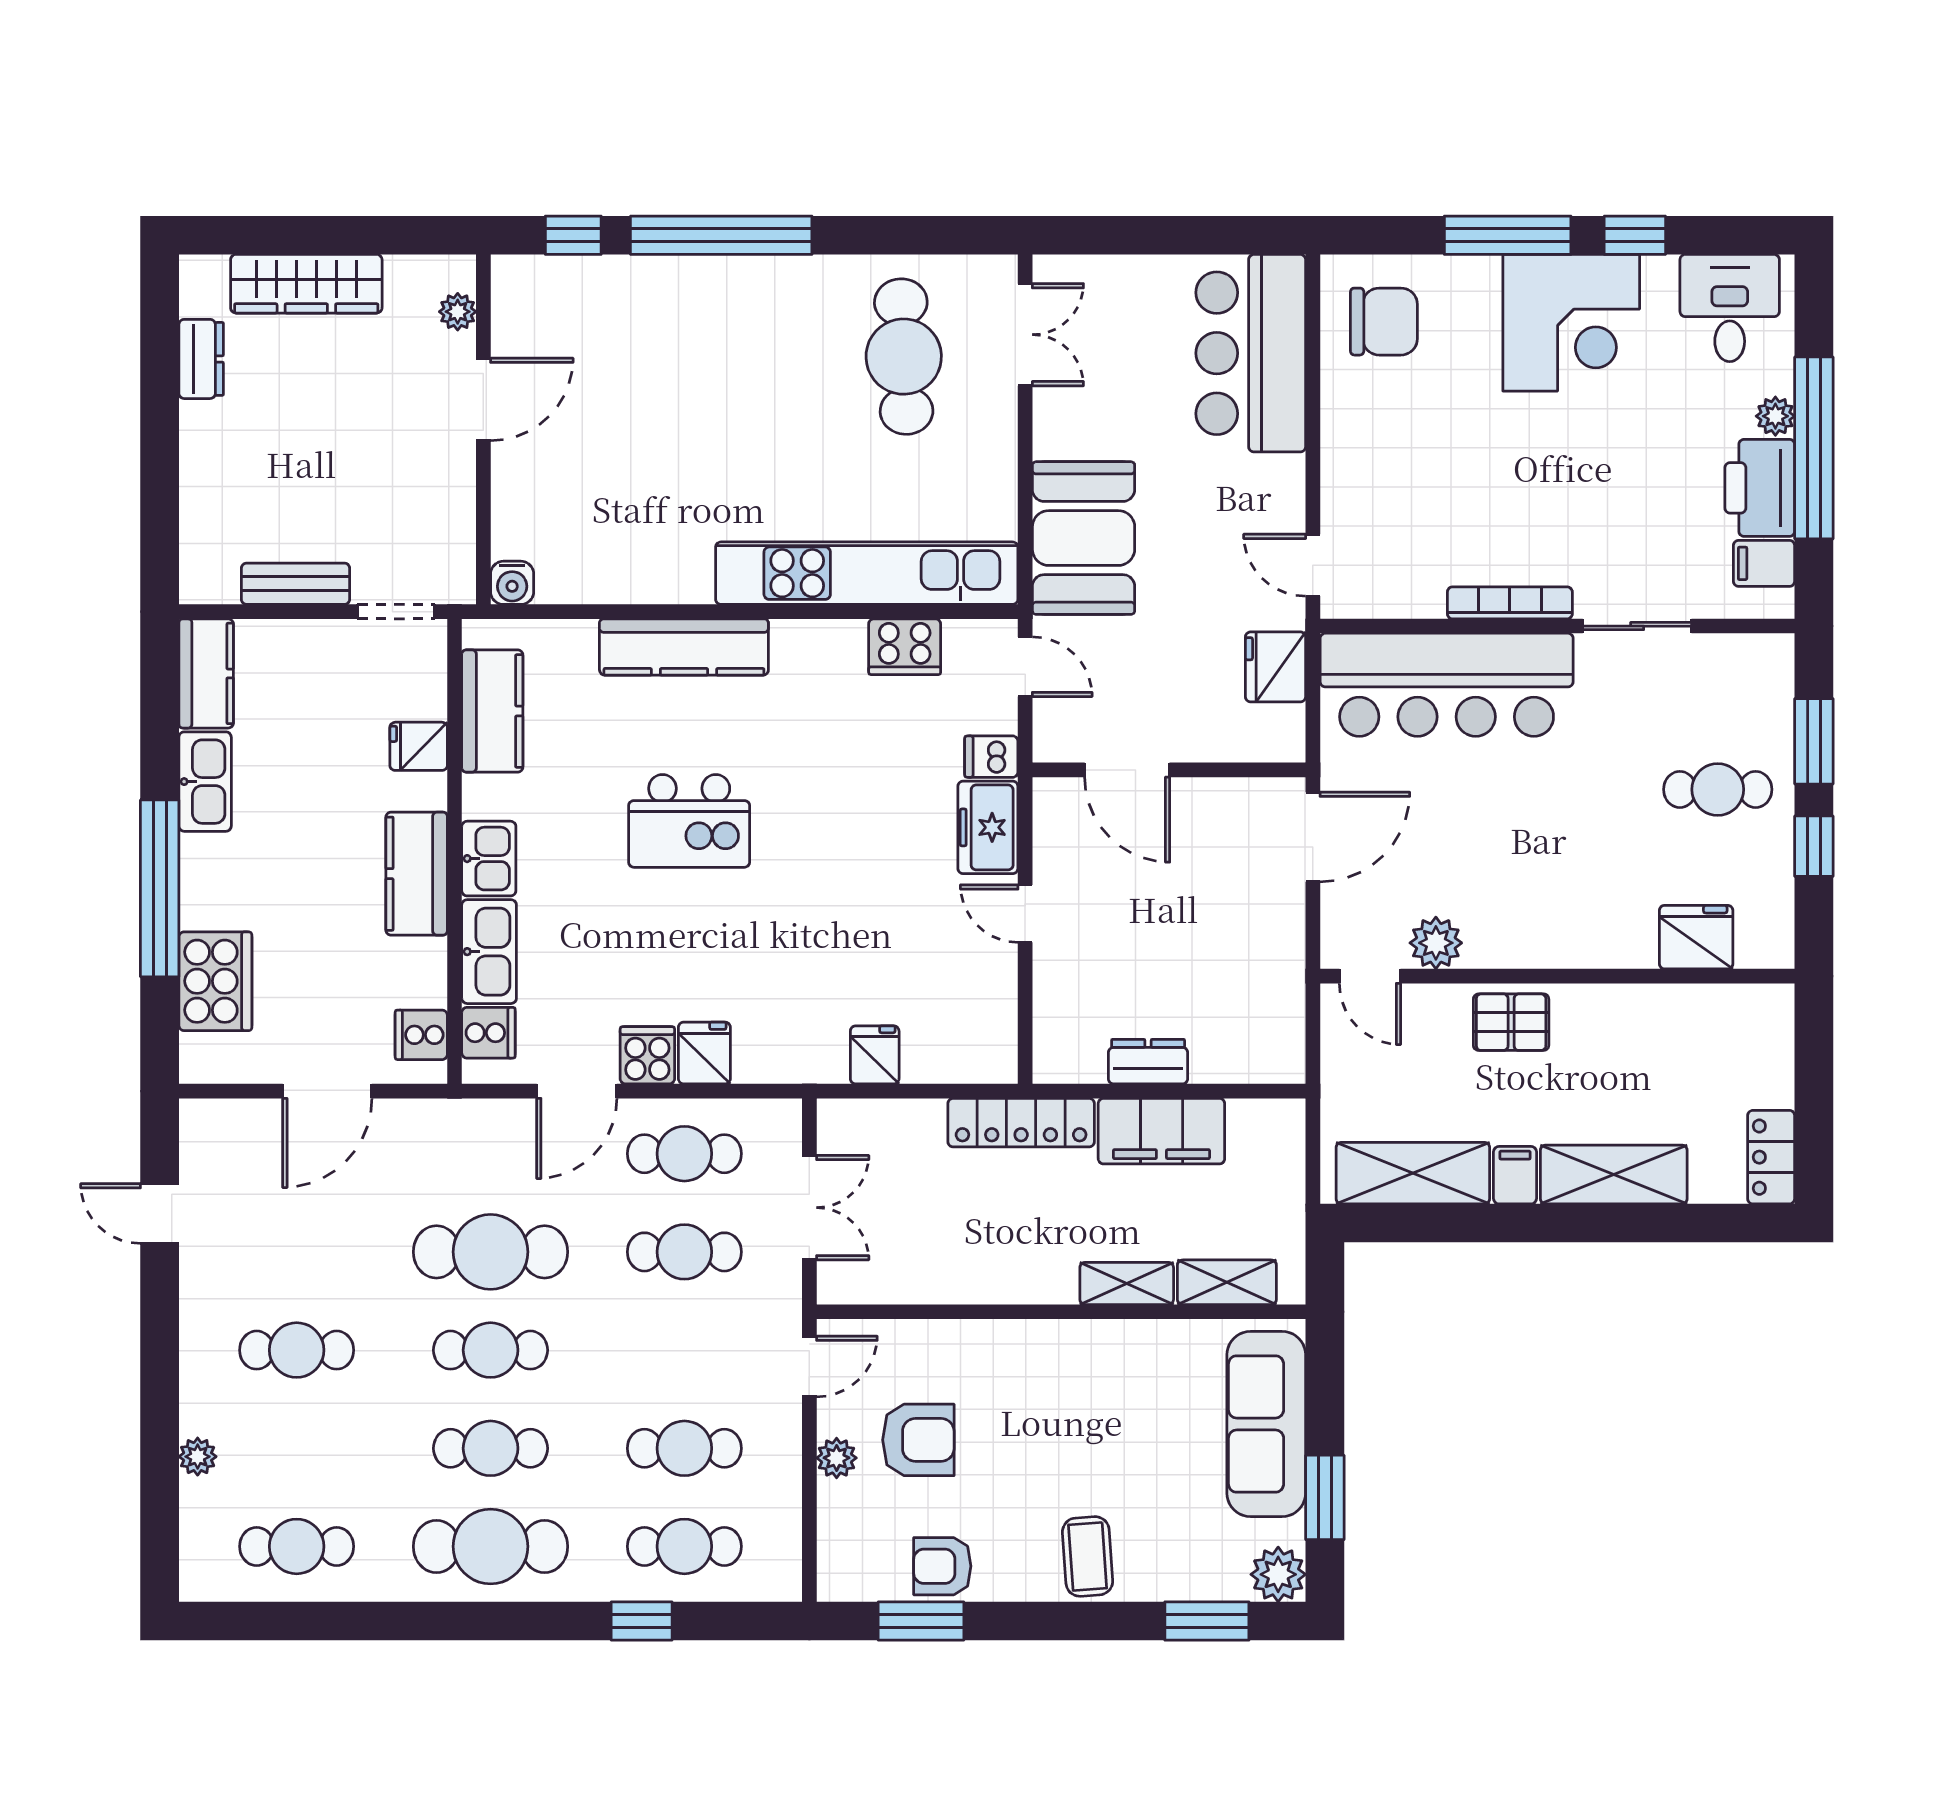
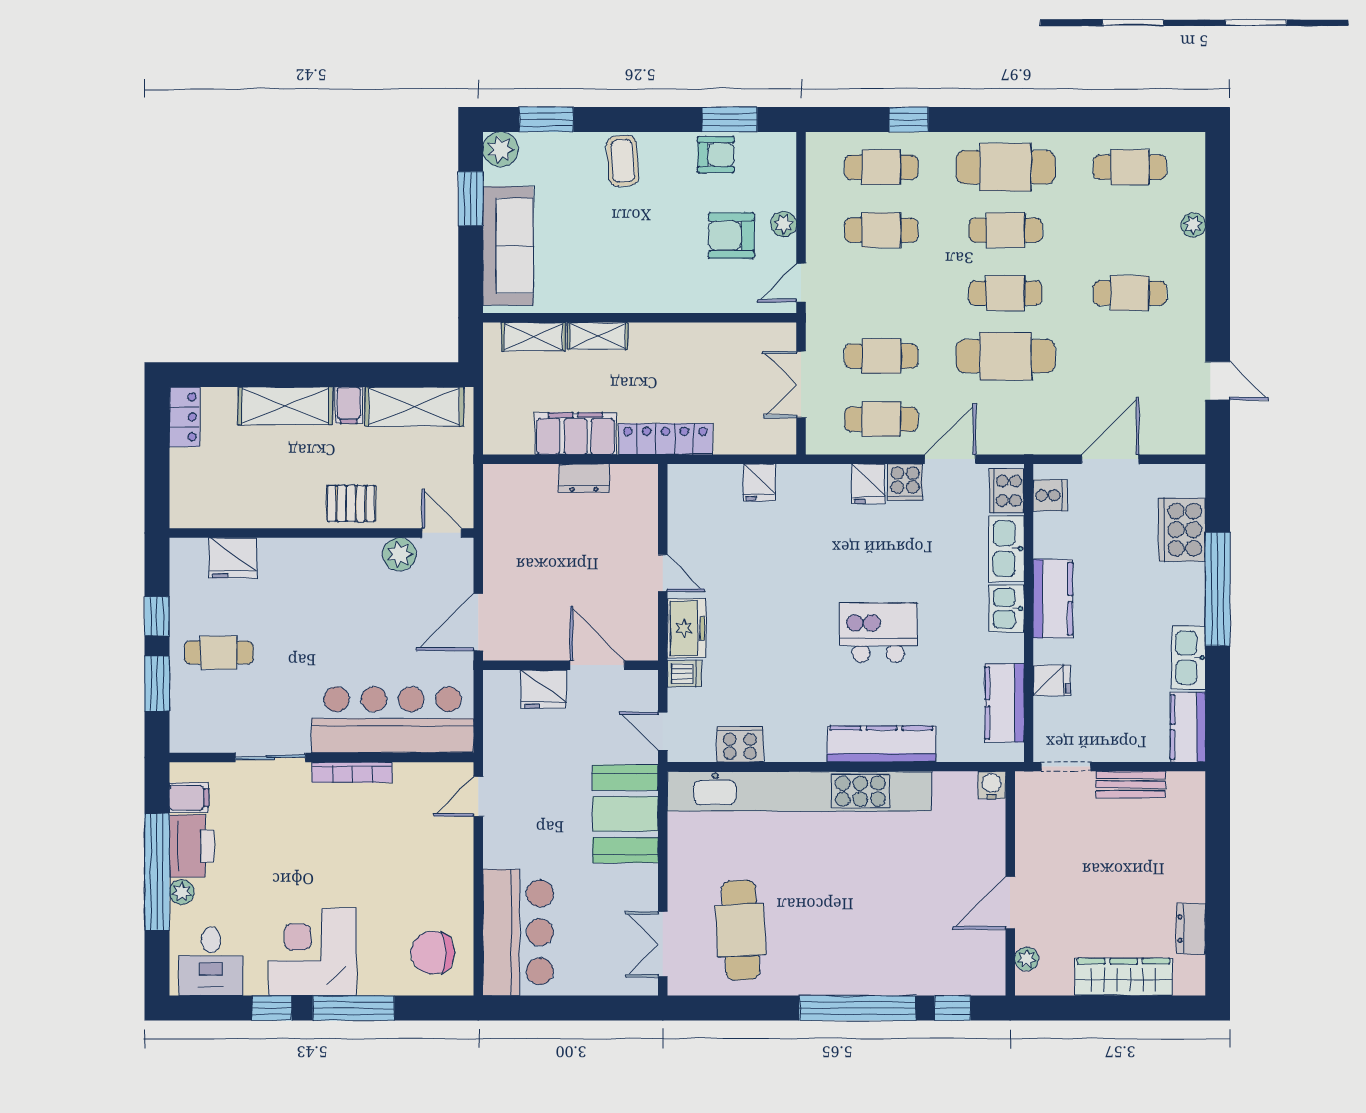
door: (1313, 565) -> (478, 796), swing flipped
kitchen unit: (867, 573) -> (800, 791), width x1.36
fridge: (1276, 667) -> (544, 689), moved, turned 90
cooker: (488, 1033) -> (1007, 491), width x1.36

